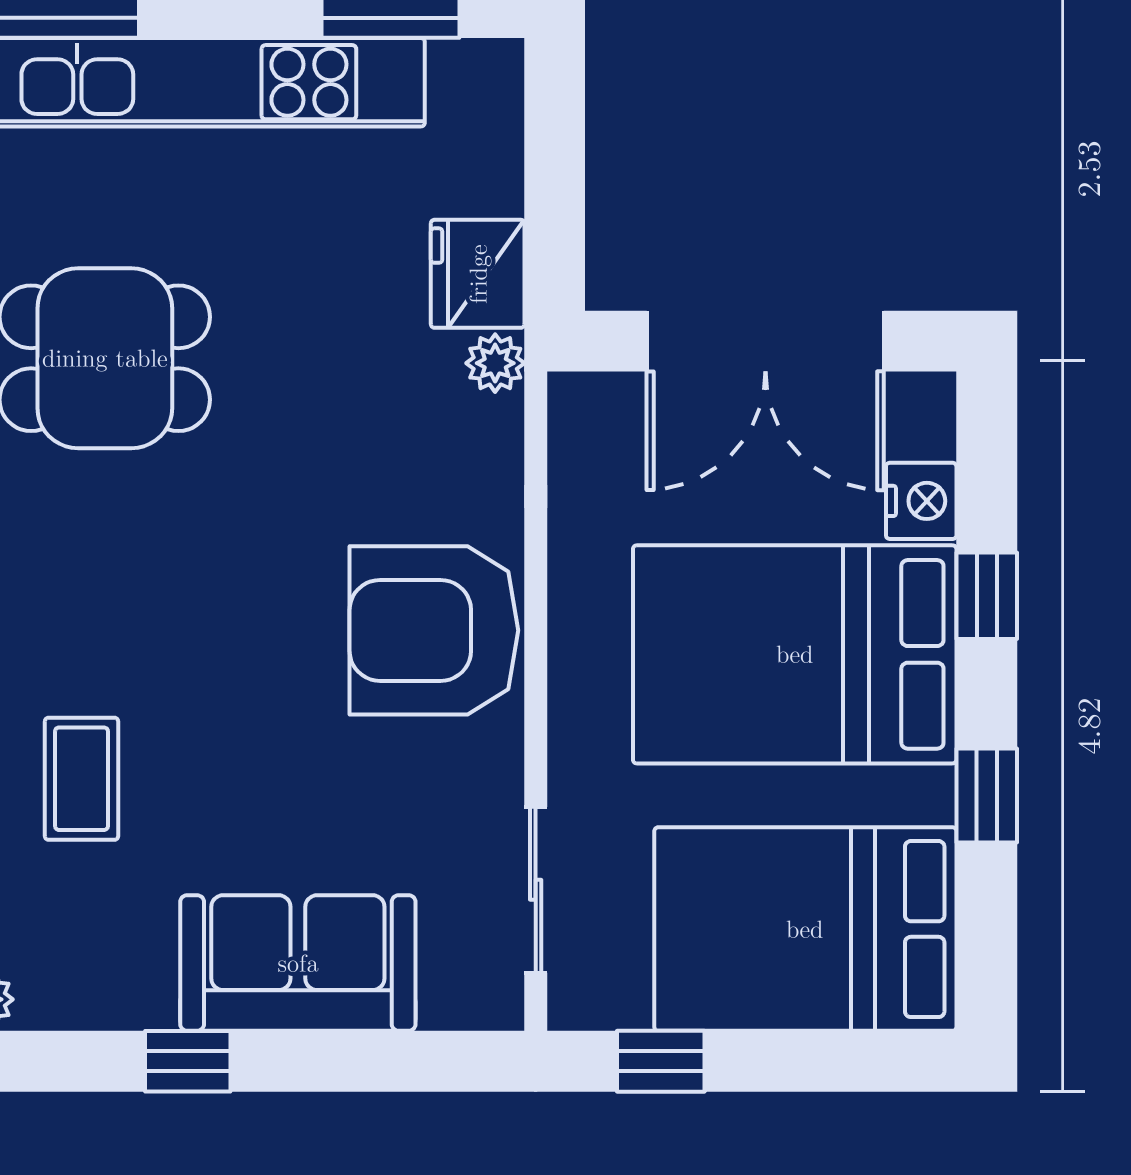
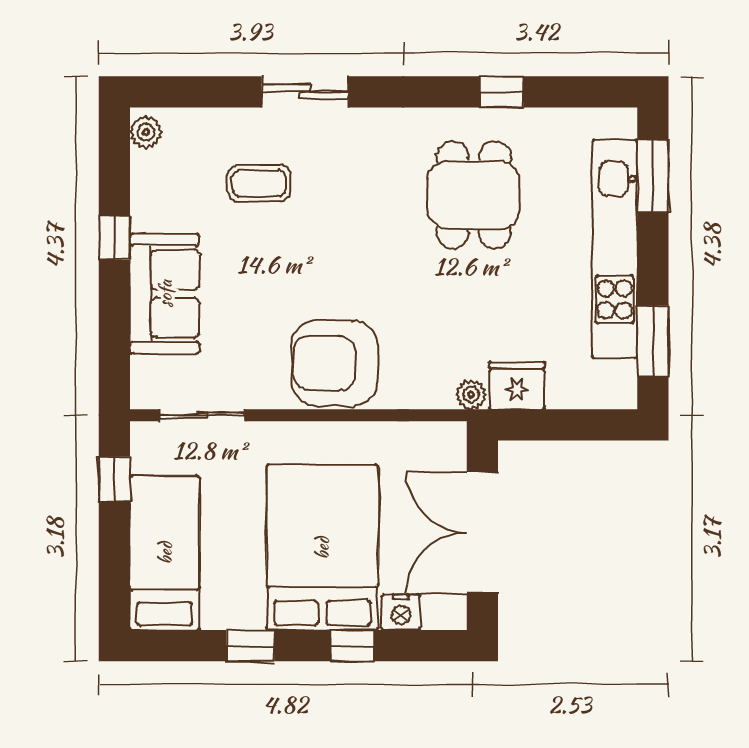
armchair: (434, 630) -> (335, 363), turned -90
bed: (805, 929) -> (165, 553), width x0.67

